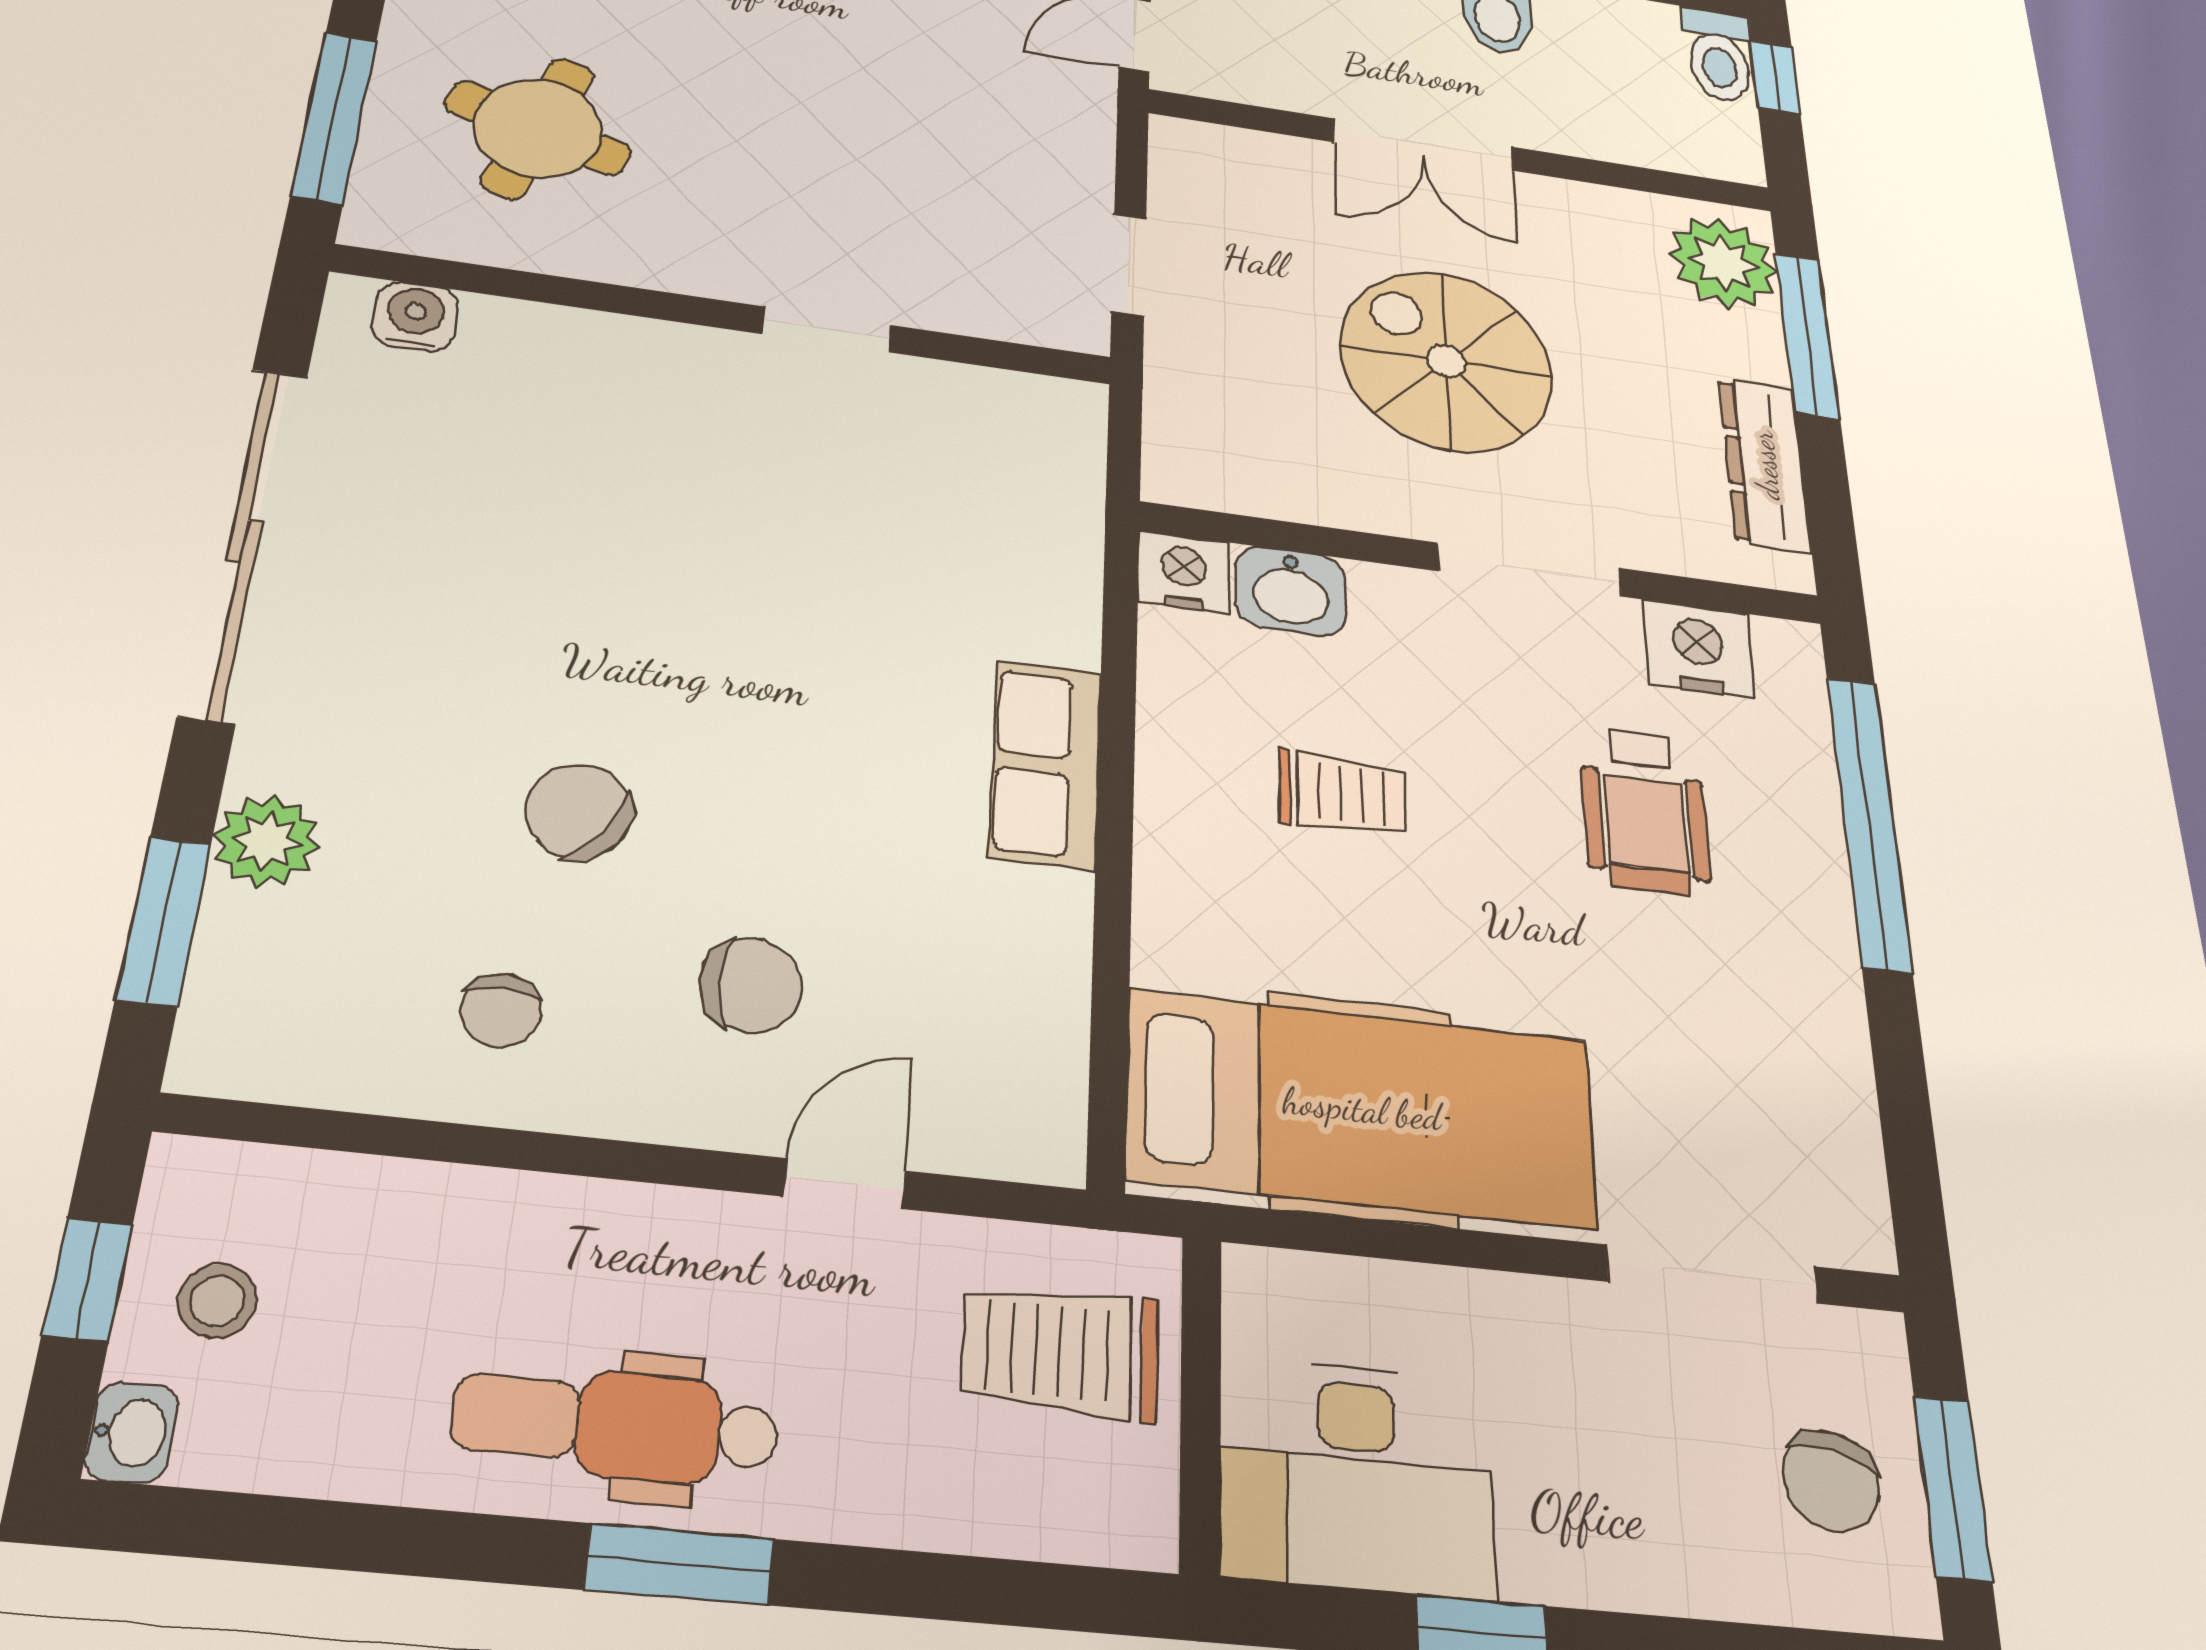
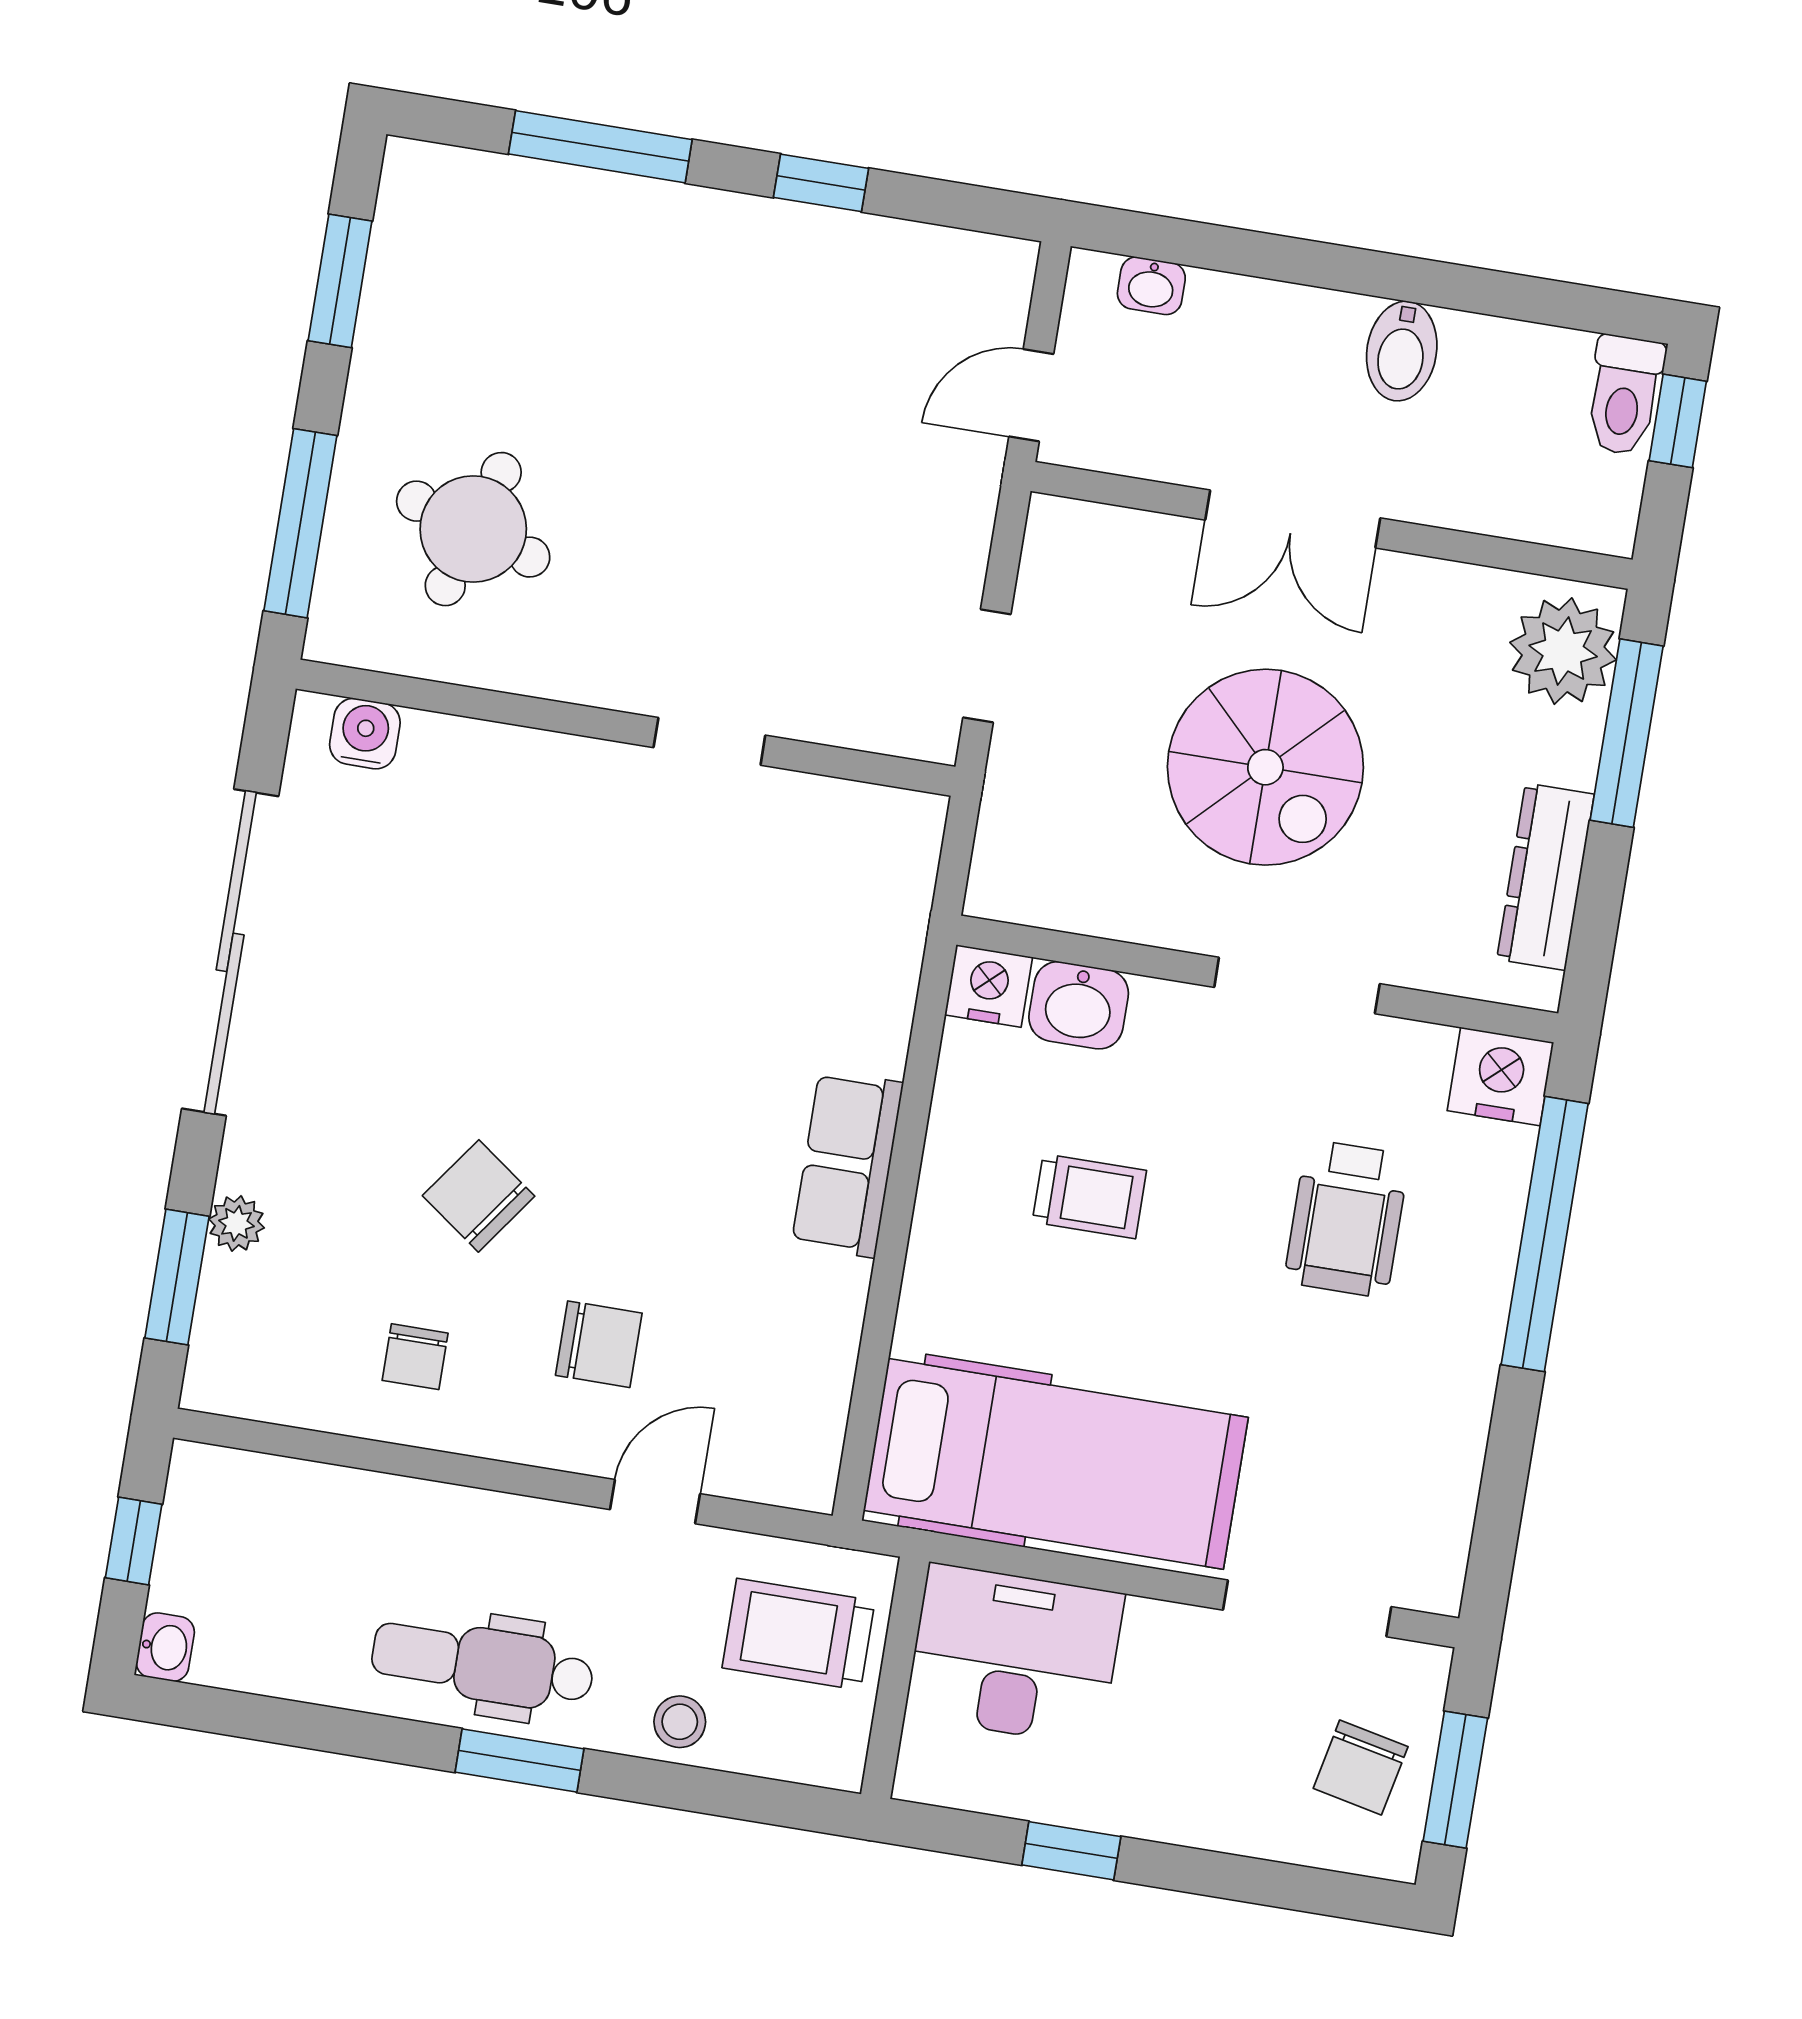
spiral stairs: (1446, 361) -> (1265, 767), turned 180
nightstand: (1698, 649) -> (1500, 1077), moved
plant: (267, 841) -> (236, 1223), width x0.73, depth x0.73
stool: (217, 1301) -> (680, 1722), moved
desk: (1357, 1477) -> (1015, 1655), moved, turned 180

